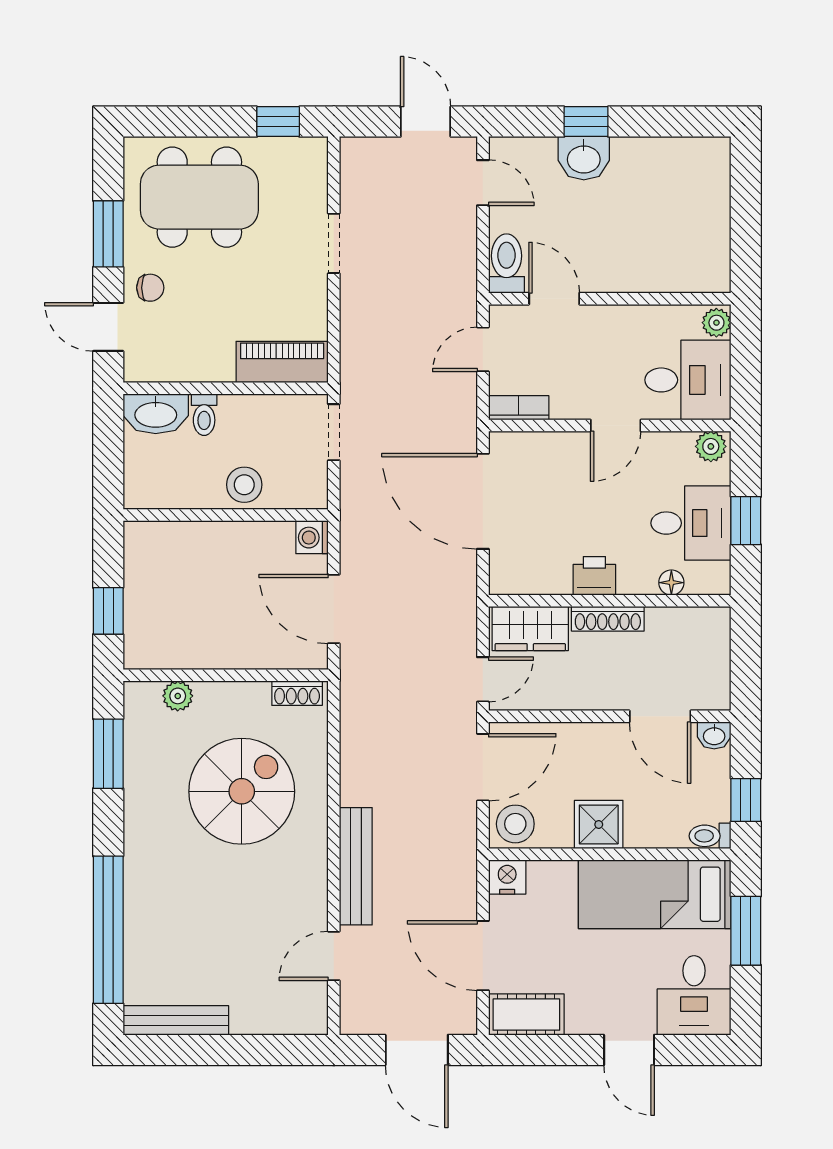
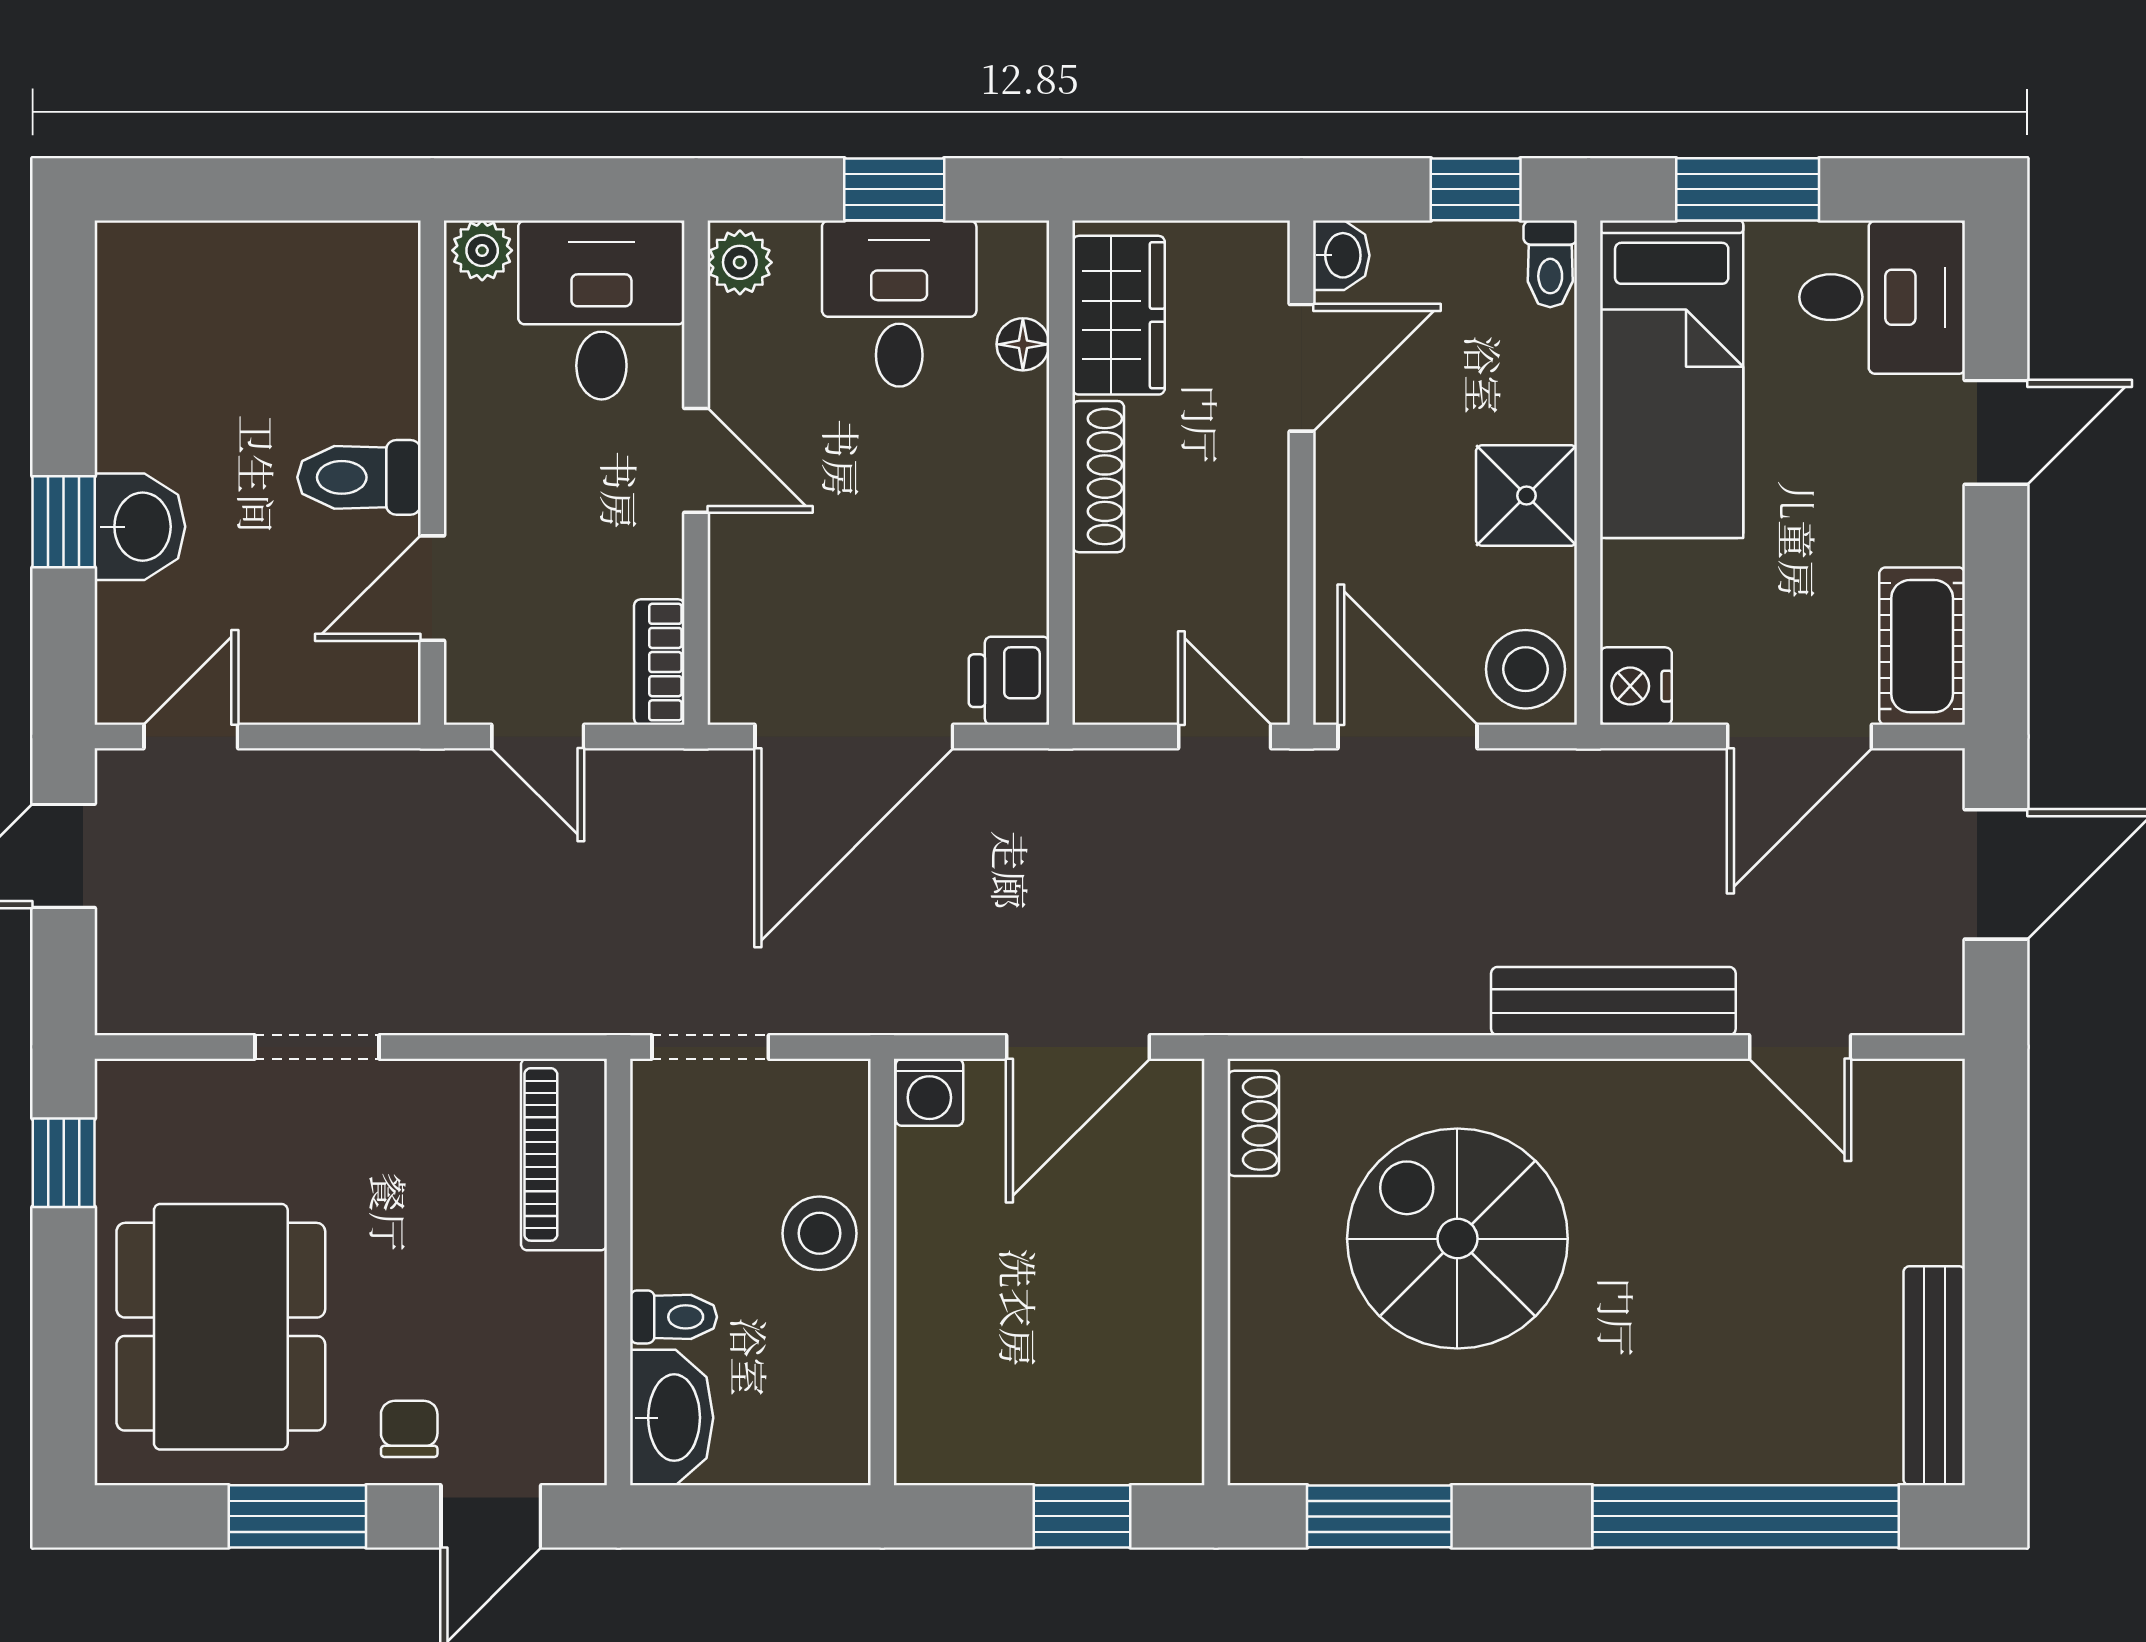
toilet: (506, 264) -> (359, 477), moved
printer: (594, 576) -> (1009, 681), moved
wardrobe: (530, 628) -> (1119, 315), moved
plant: (178, 696) -> (1259, 1372), removed

